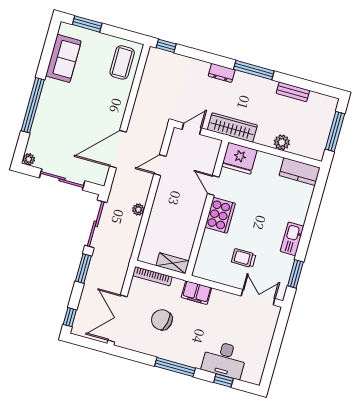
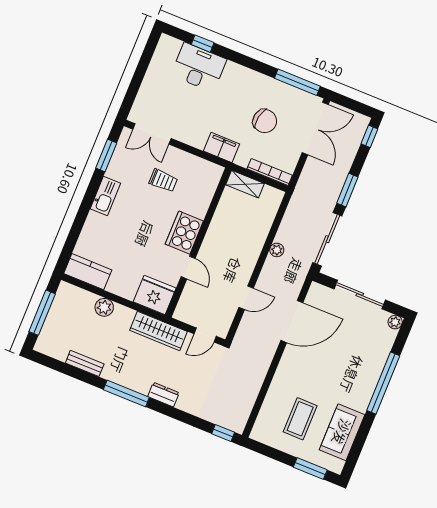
coffee table: (122, 62) -> (300, 419), moved
window: (175, 367) -> (297, 82), moved

